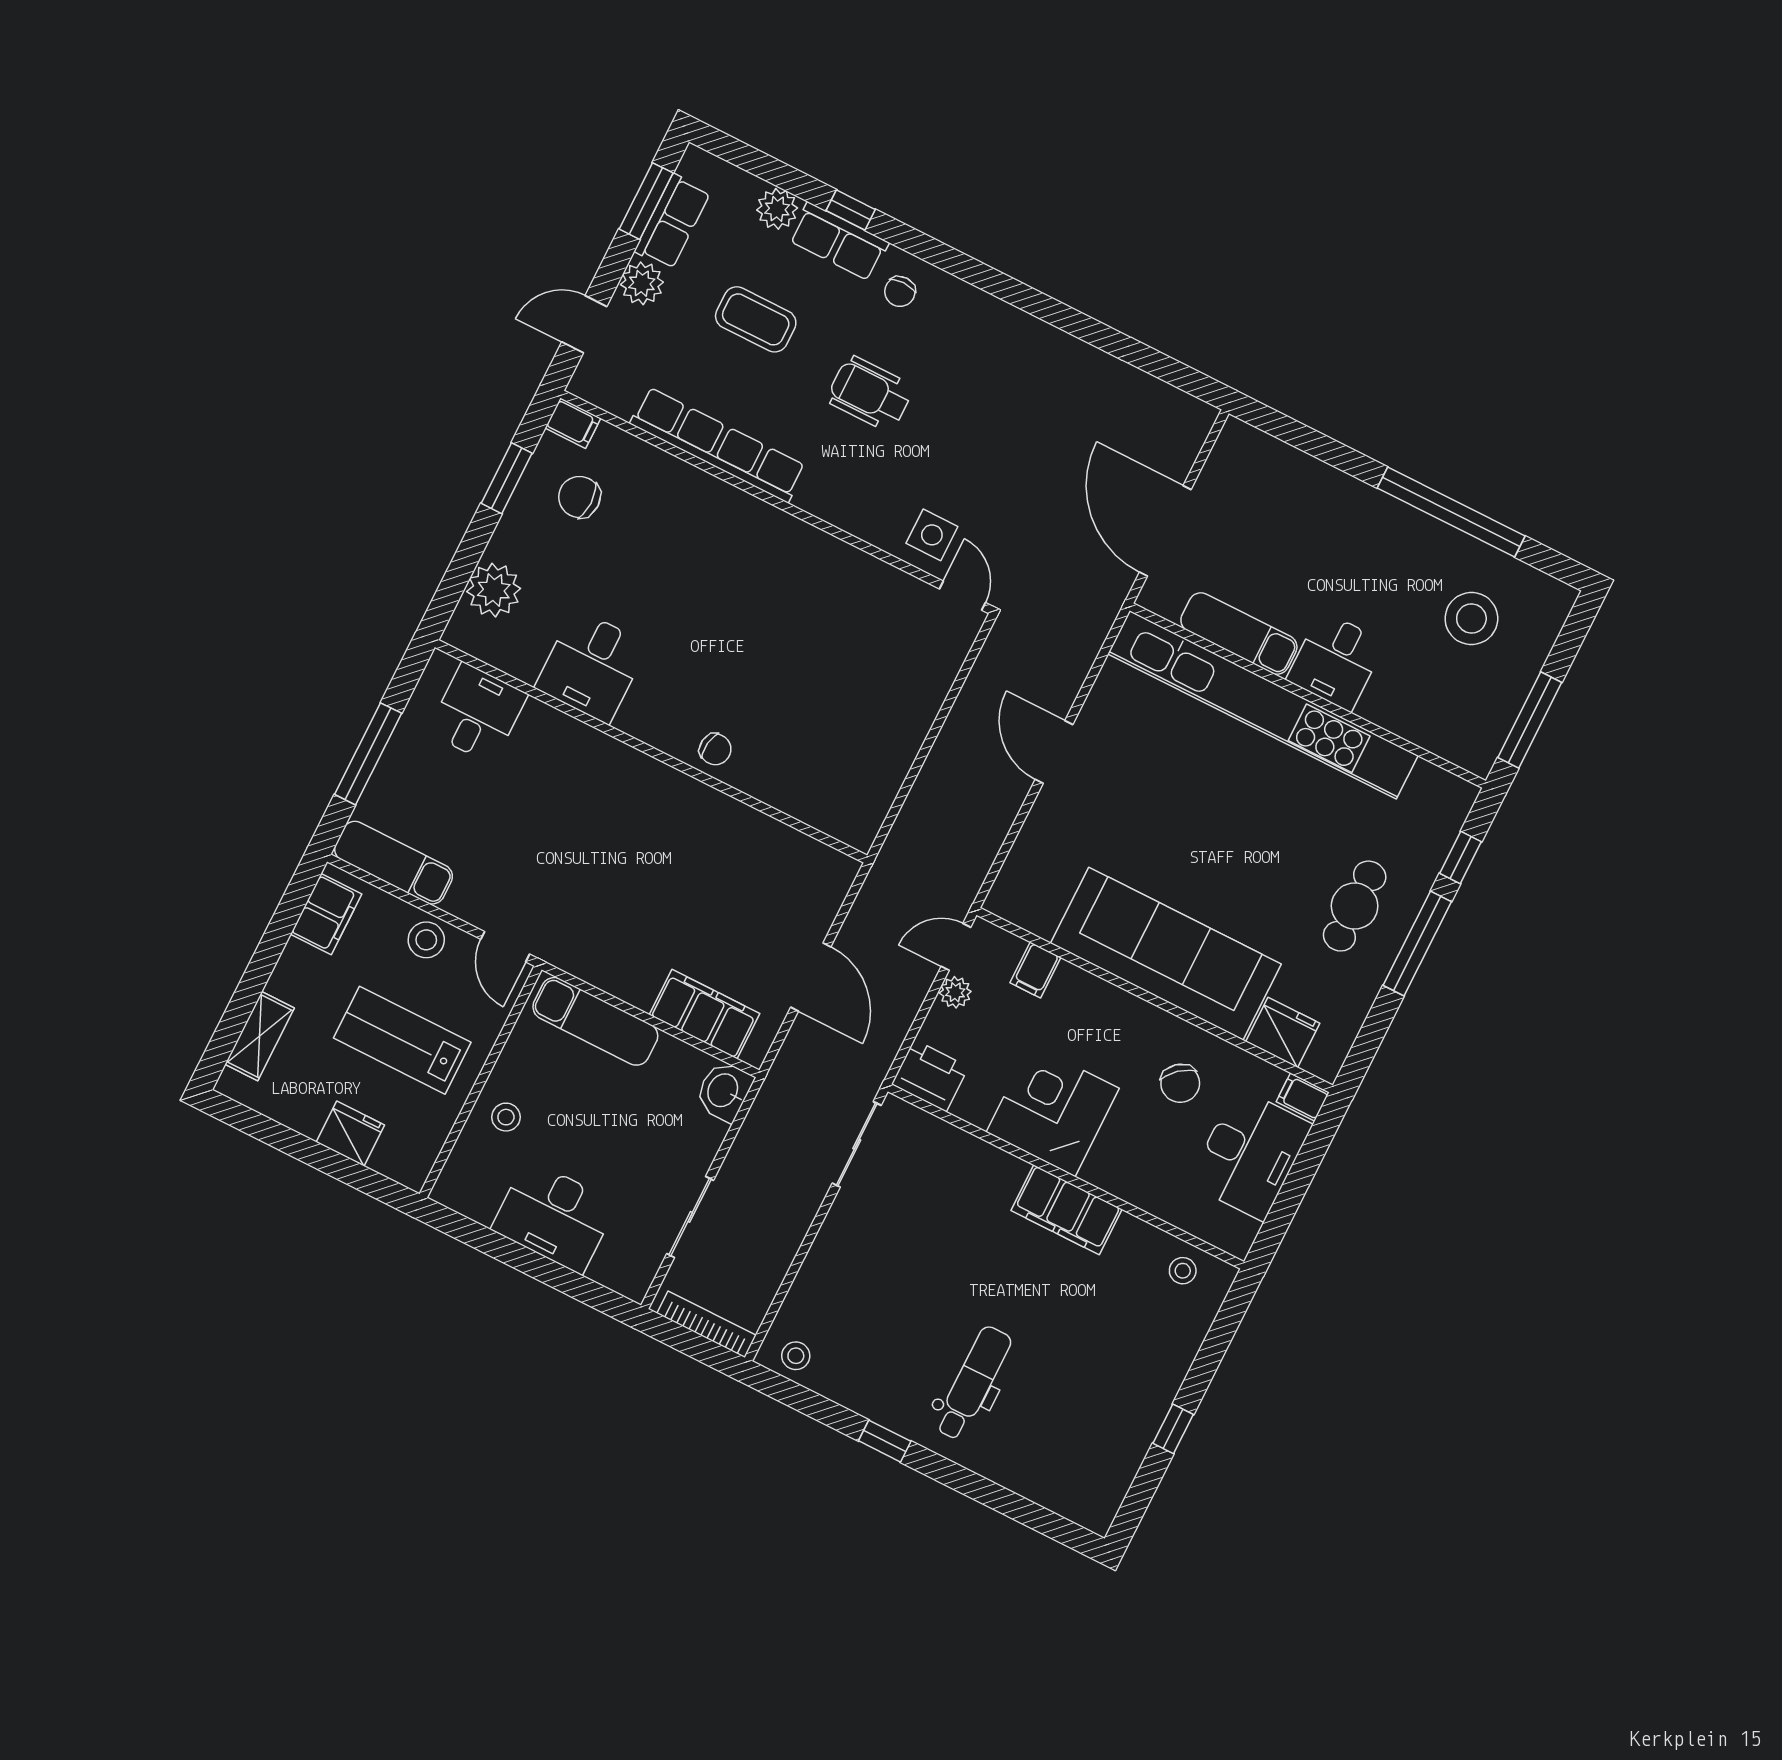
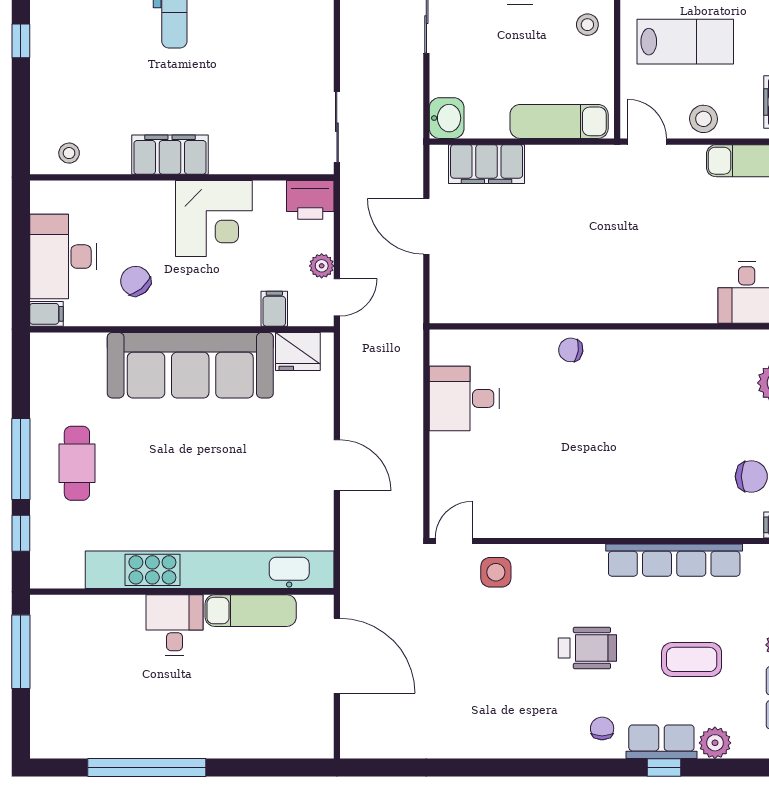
door: (962, 596) -> (454, 541), swing flipped
stool: (1471, 618) -> (96, 701), removed
desk: (592, 666) -> (464, 398), moved, turned -90
fridge: (1283, 1032) -> (298, 352), moved

